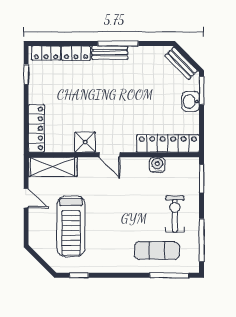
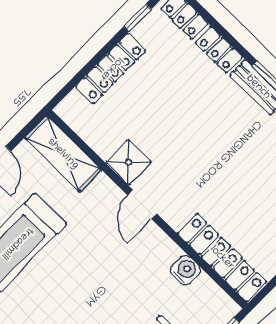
locker: (36, 128) -> (111, 69), moved

